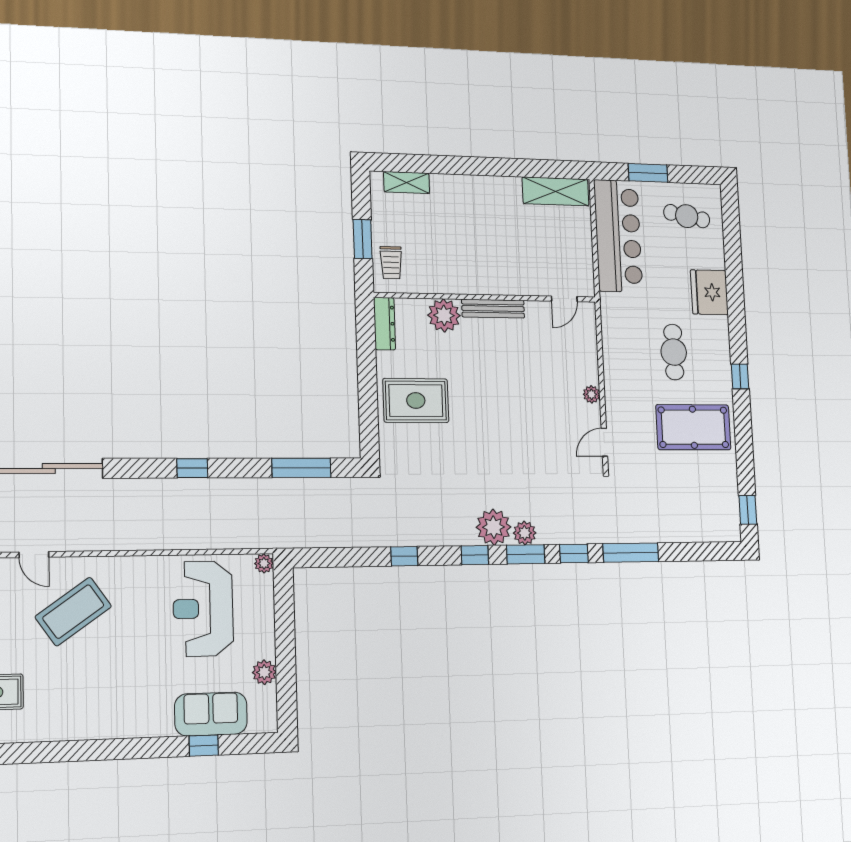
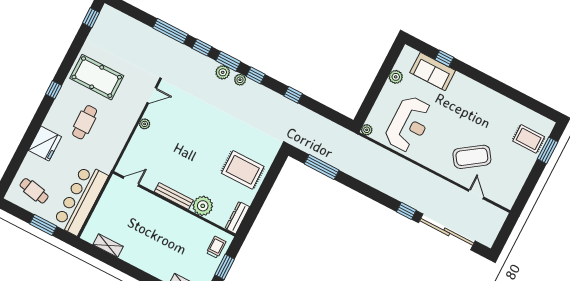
shelving: (556, 191) -> (108, 246), width x0.67, depth x0.75
window: (192, 468) -> (406, 211), moved
plant: (494, 527) -> (240, 80), width x0.53, depth x0.53

